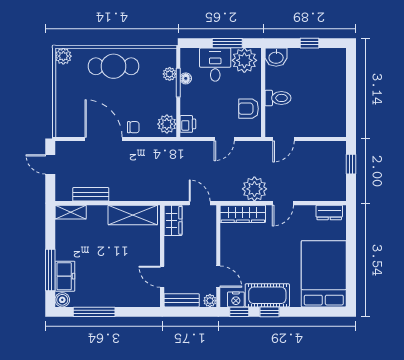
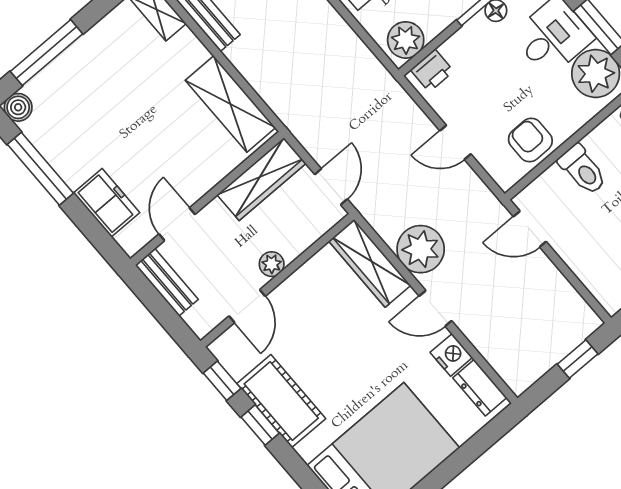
wardrobe: (173, 220) -> (261, 179), width x1.50
freezer: (65, 276) -> (107, 203), moved, turned -90
nightstand: (236, 299) -> (451, 355), moved, turned 180
plant: (210, 301) -> (272, 264), moved

